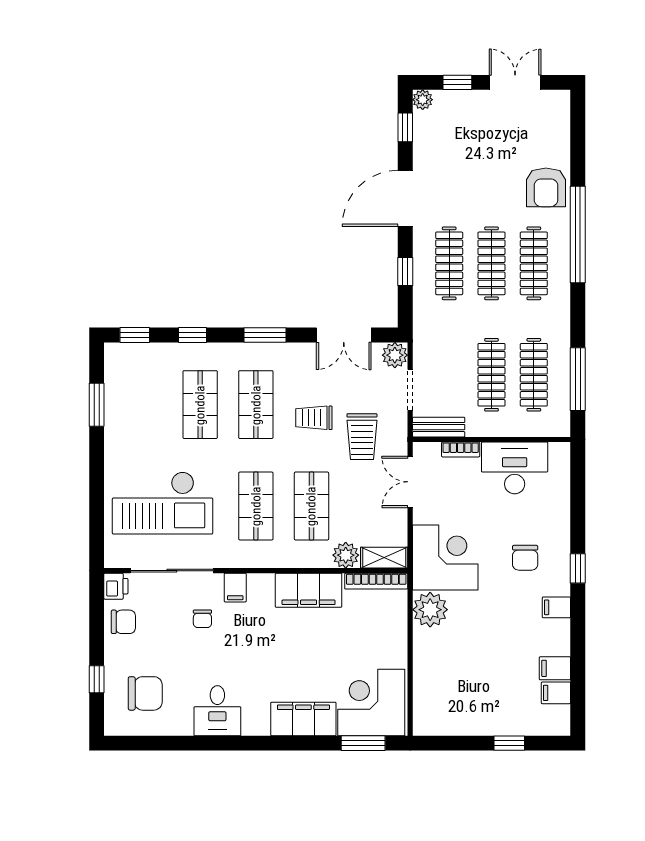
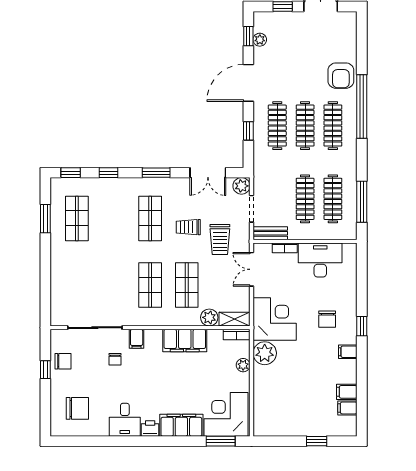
plant: (423, 100) -> (260, 40), moved
shop shelf: (200, 405) -> (77, 218), moved
checkout: (163, 503) -> (89, 283), removed
bookcase: (376, 581) -> (237, 335), width x0.64
printer: (116, 586) -> (150, 428), moved, turned -90
plant: (397, 628) -> (243, 365), added
window: (97, 679) -> (45, 370), moved

